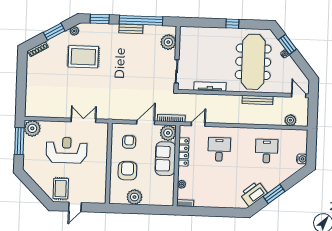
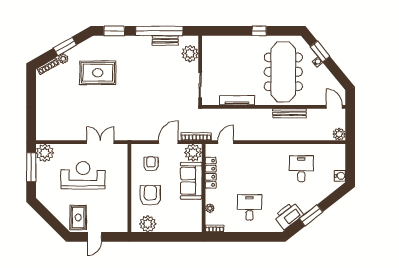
bench: (131, 29) -> (165, 41), moved
plant: (74, 31) -> (63, 59), moved
plant: (290, 120) -> (339, 134), moved
desk: (219, 149) -> (249, 207), moved
plant: (134, 197) -> (148, 224), moved

